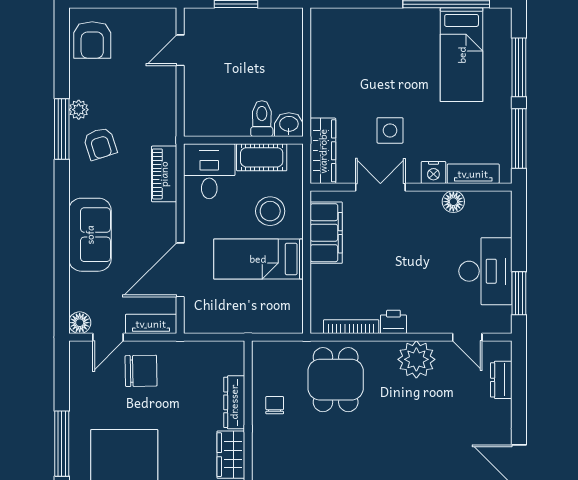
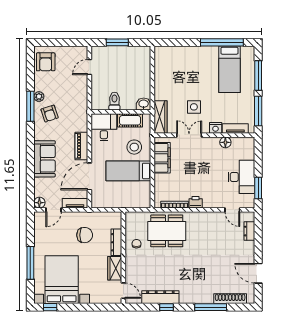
toilet: (262, 119) -> (114, 101), moved
piano: (164, 174) -> (81, 146), moved
plant: (416, 359) -> (207, 221), removed
chair: (141, 371) -> (85, 235), moved
dining table: (336, 380) -> (167, 231), width x1.38

